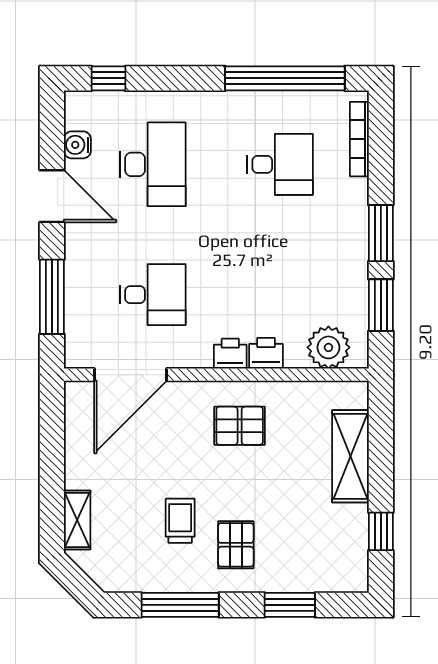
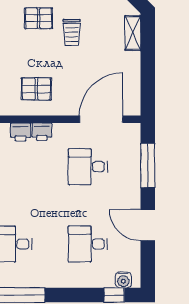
water cooler: (77, 145) -> (123, 280), moved, turned 90
desk: (153, 164) -> (88, 244), width x0.73
pallet: (236, 545) -> (39, 18), turned 90

